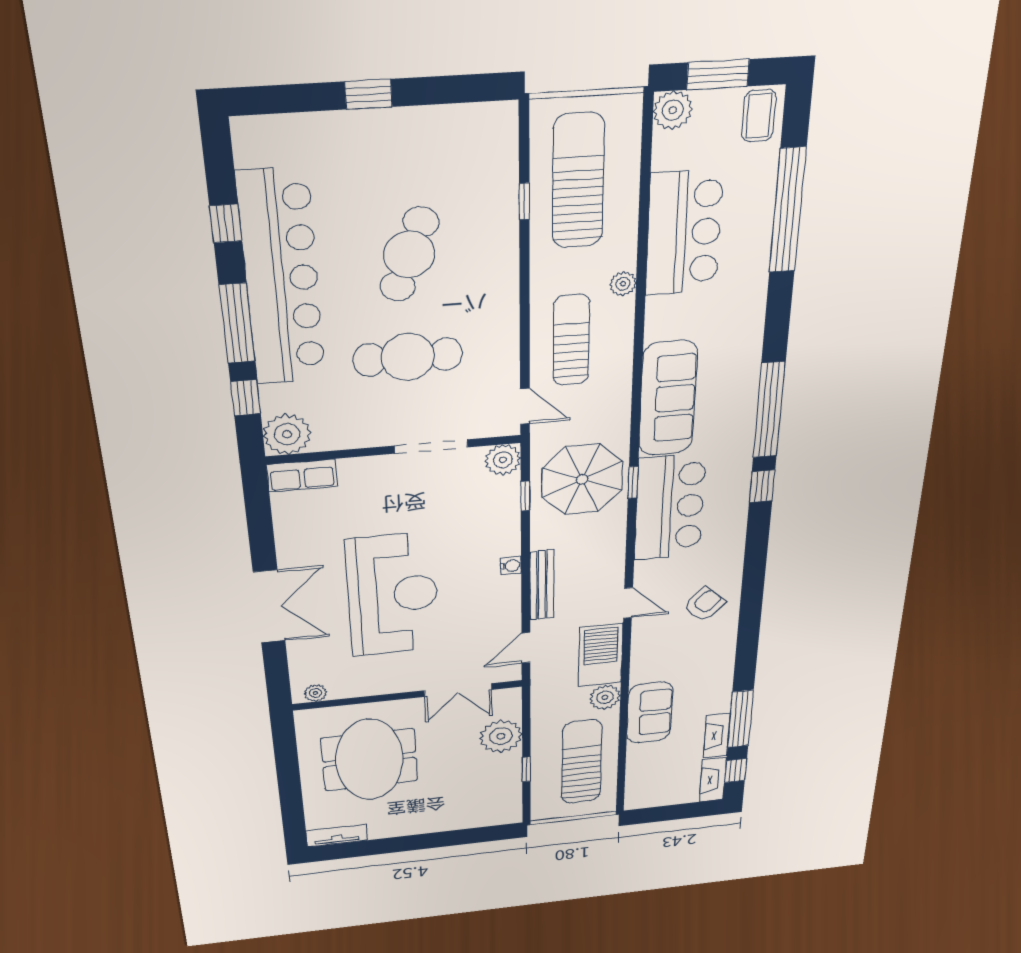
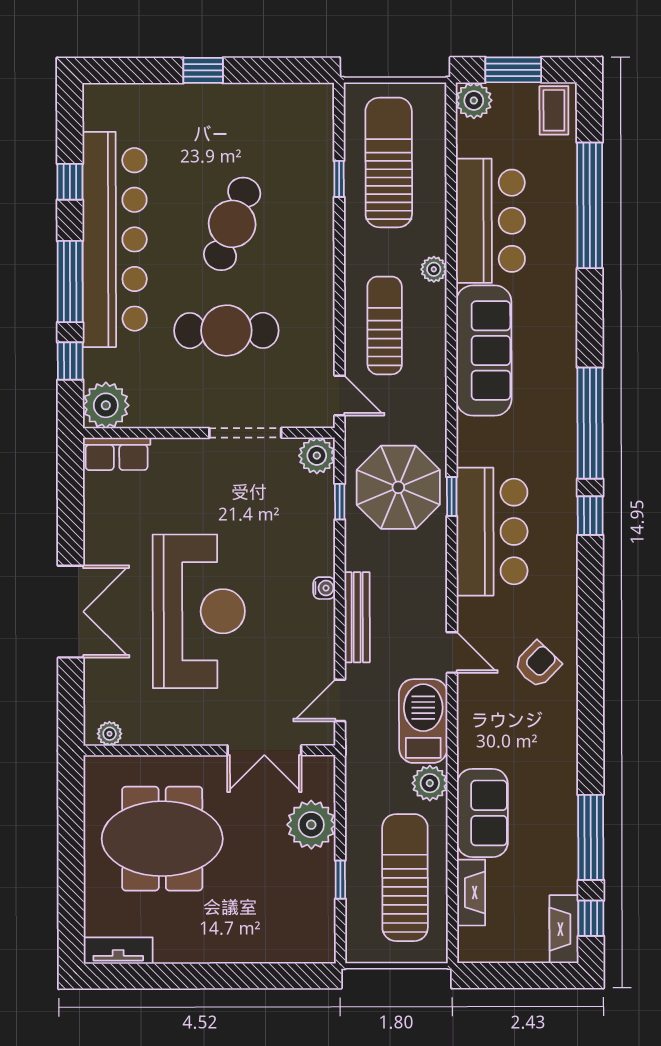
sofa: (668, 399) -> (484, 351), moved
fireplace: (717, 736) -> (471, 893), moved, turned 180
meeting table: (369, 760) -> (162, 839), turned 90

